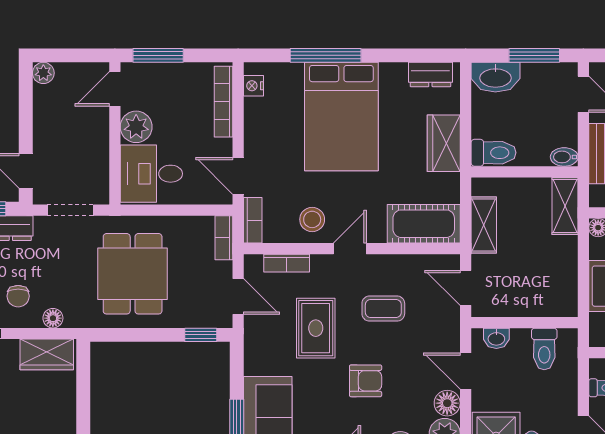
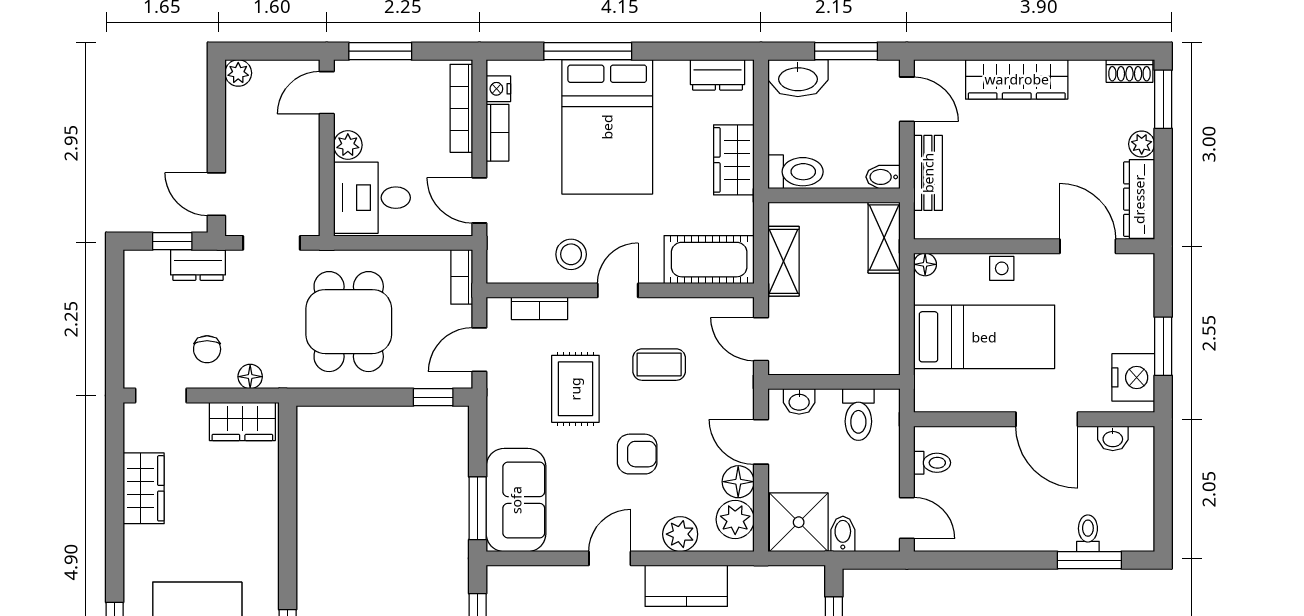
plant: (136, 127) -> (348, 145), width x0.73, depth x0.73
bookcase: (253, 220) -> (498, 133), moved
door: (238, 296) -> (479, 350), swing flipped

